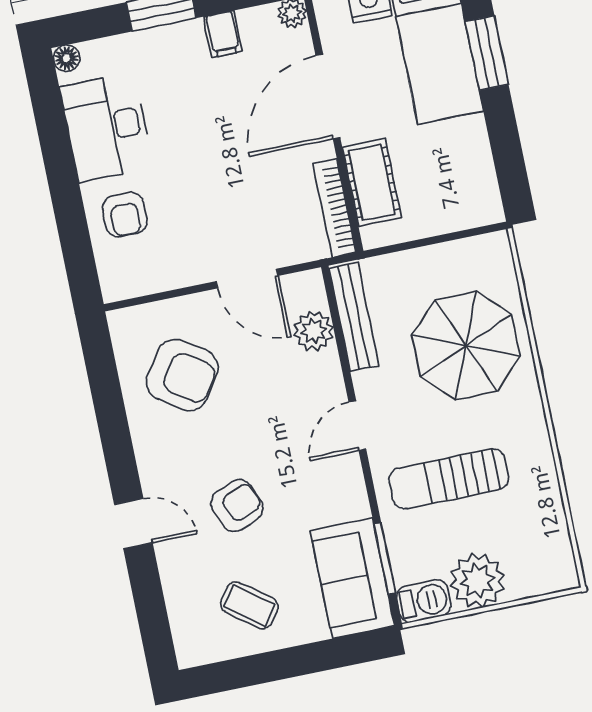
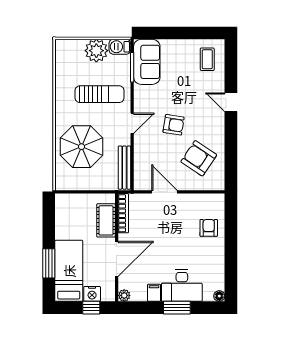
desk: (106, 127) -> (182, 286), moved, turned 90
plant: (314, 331) -> (142, 165), removed
armchair: (237, 506) -> (174, 125), moved, turned -148
coffee table: (249, 605) -> (207, 59), moved, turned 53

